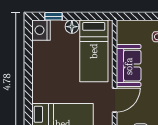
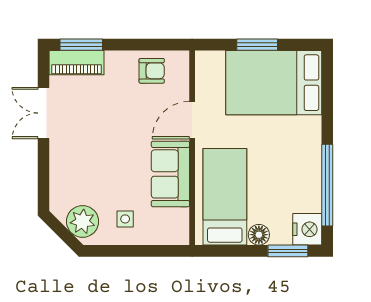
window: (53, 16) -> (288, 251), width x1.50
window: (28, 58) -> (327, 185), added

